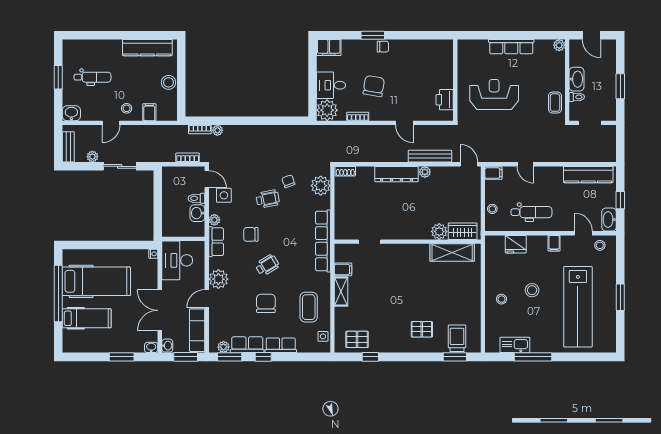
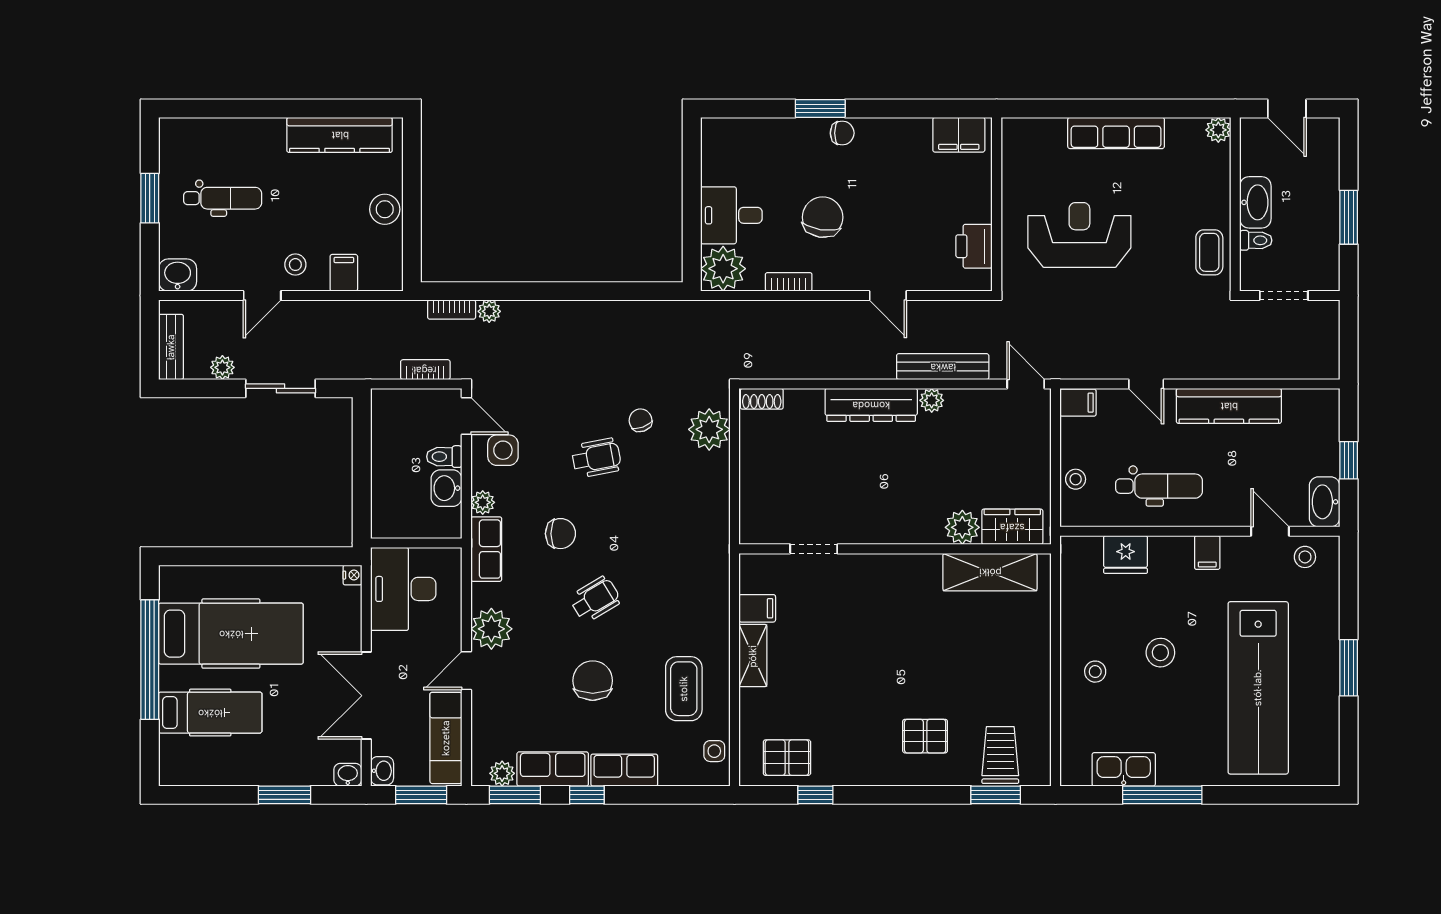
filing cabinet: (329, 47) -> (959, 135), moved
kitchen counter: (588, 175) -> (1229, 406), moved
chair: (251, 234) -> (560, 534), turned 180
row of seats: (323, 241) -> (714, 548), removed

